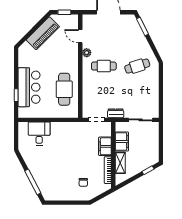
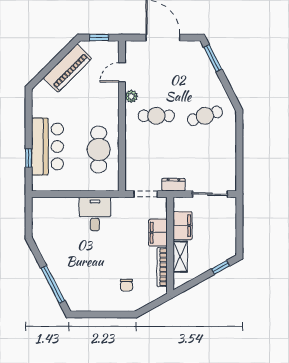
door: (80, 36) -> (122, 72), hinge flipped
desk: (39, 134) -> (95, 214), moved

